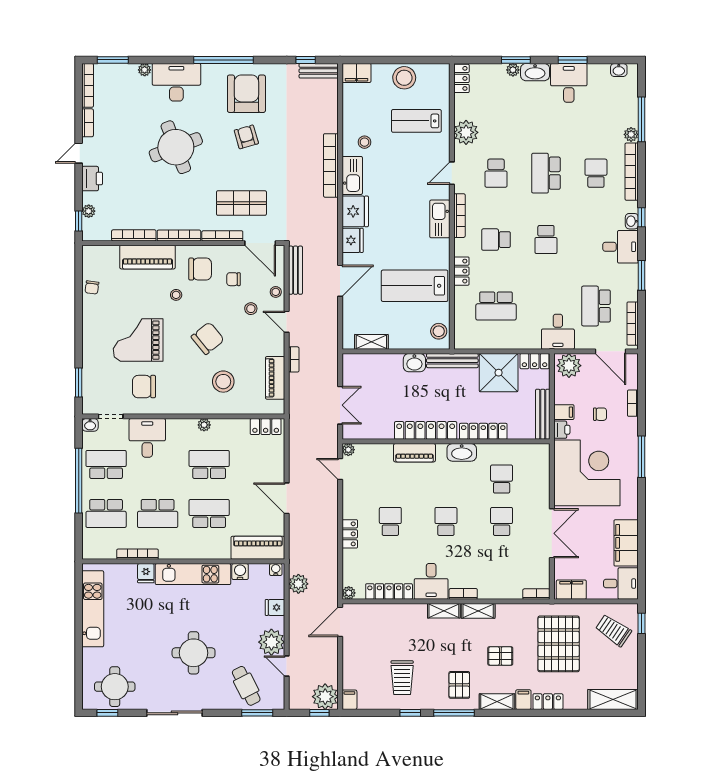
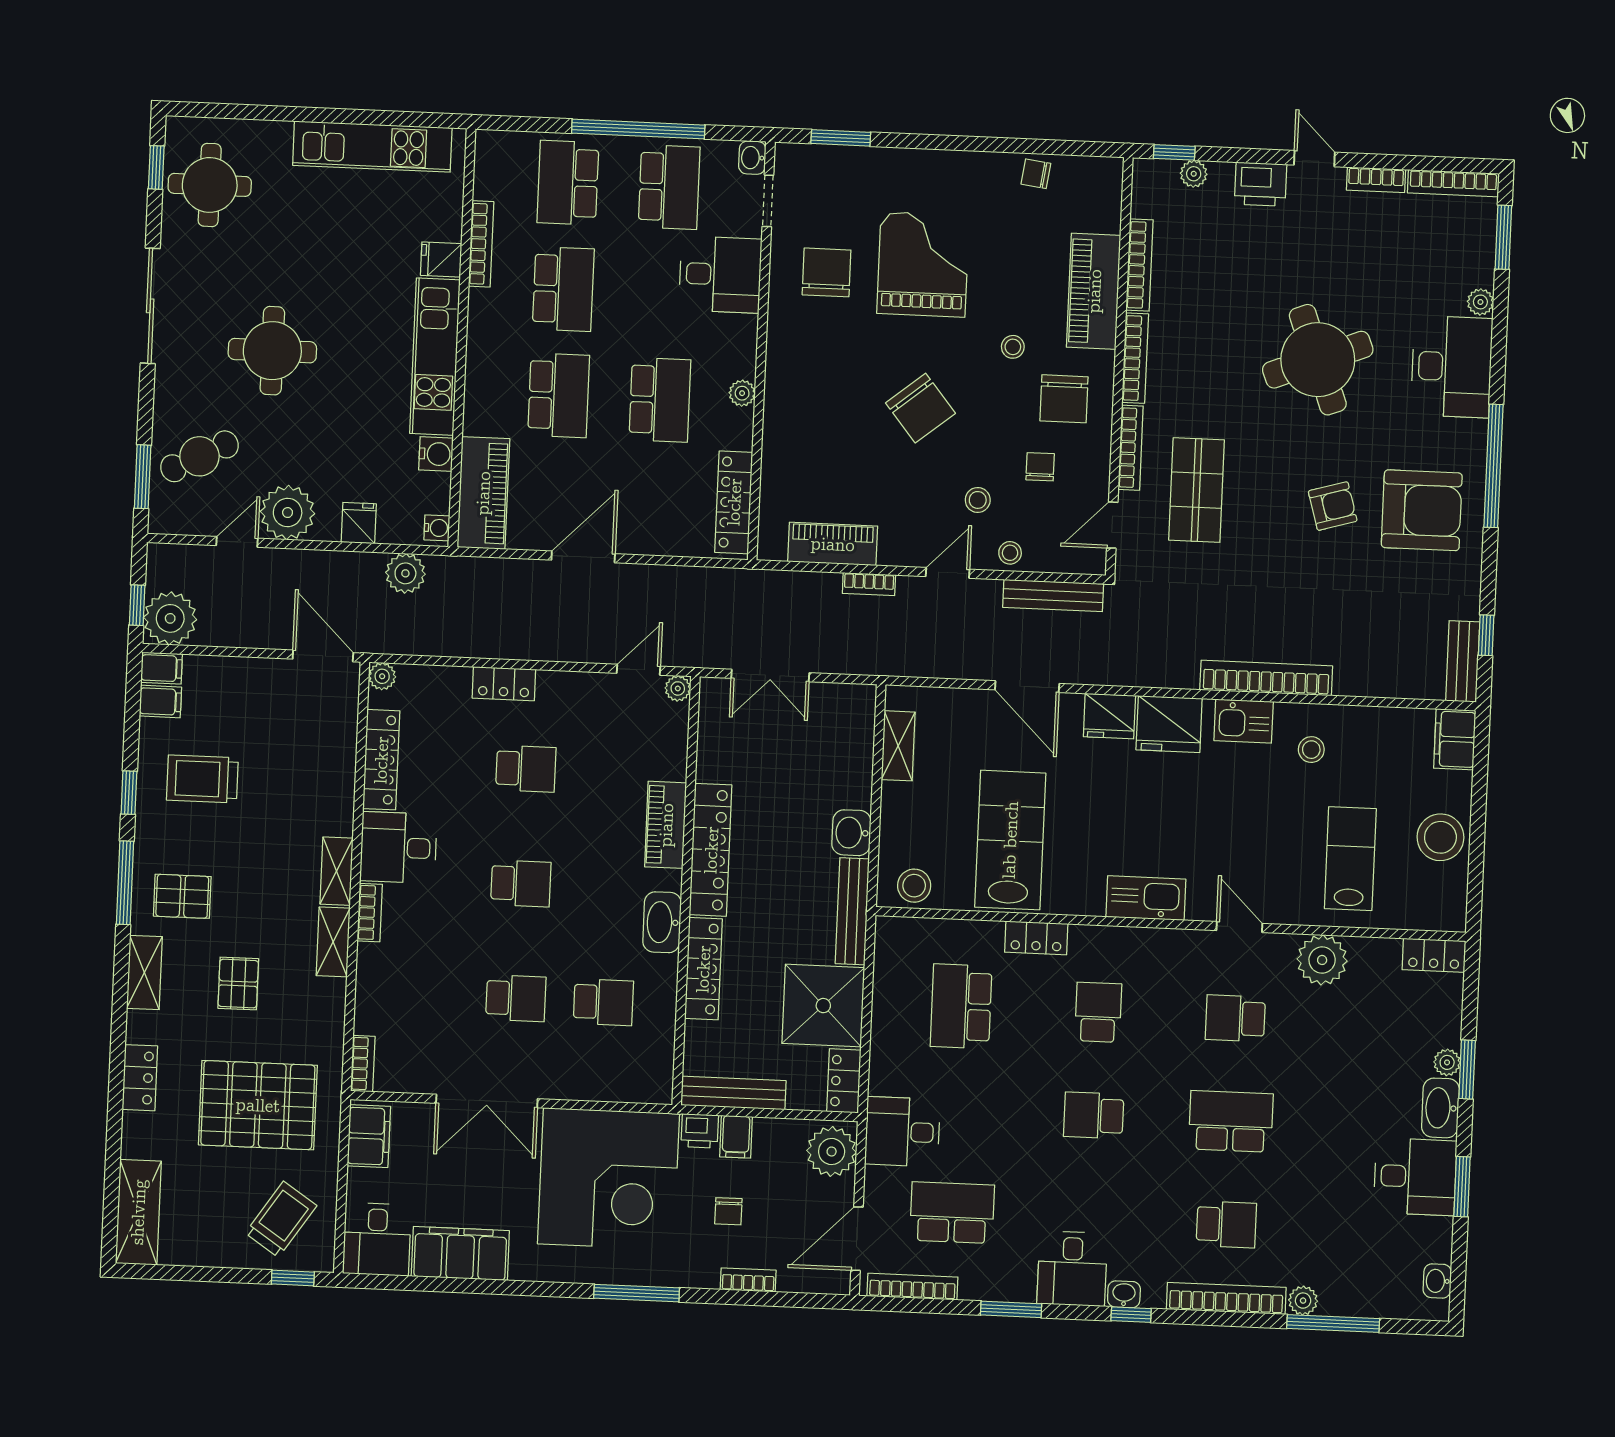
kitchen sink: (352, 175) -> (1244, 721), width x0.73
bookcase: (459, 216) -> (1151, 939), removed
door: (260, 243) -> (1112, 525), width x0.73
stool: (223, 382) -> (830, 436), removed
locker: (266, 427) -> (734, 502), width x1.53
school desk: (158, 513) -> (563, 289), turned 180
filing cabinet: (523, 700) -> (160, 701), moved

